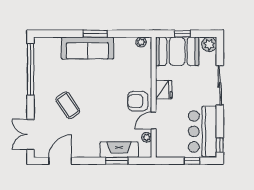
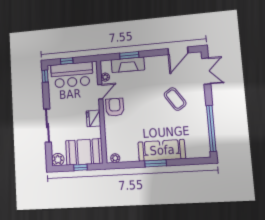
armchair: (138, 101) -> (115, 107), turned -90
bar counter: (203, 131) -> (72, 75), moved, turned 90

